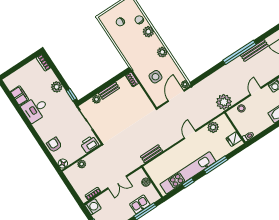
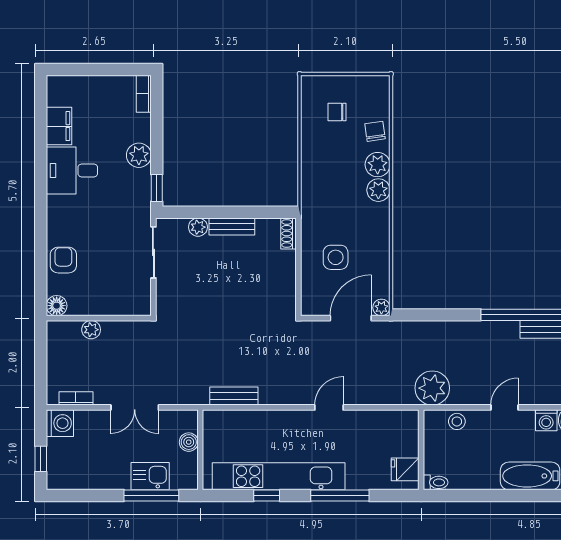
plant: (162, 52) -> (378, 190), moved
plant: (213, 127) -> (381, 422), removed
printer: (89, 144) -> (130, 302), removed

